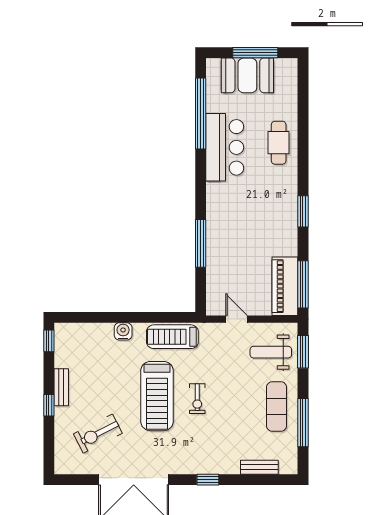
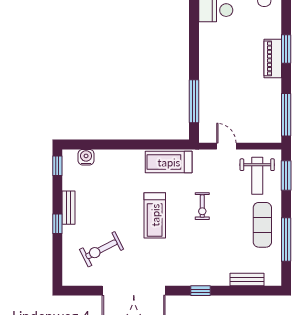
window: (201, 243) -> (194, 101), moved
piano: (285, 286) -> (273, 58), moved, width x0.73, depth x0.75
water cooler: (123, 331) -> (86, 157), moved
weight bench: (271, 352) -> (257, 176), turned -90
treadmill: (157, 396) -> (155, 215), width x0.73, depth x0.73
exercise bike: (197, 399) -> (202, 206), moved

